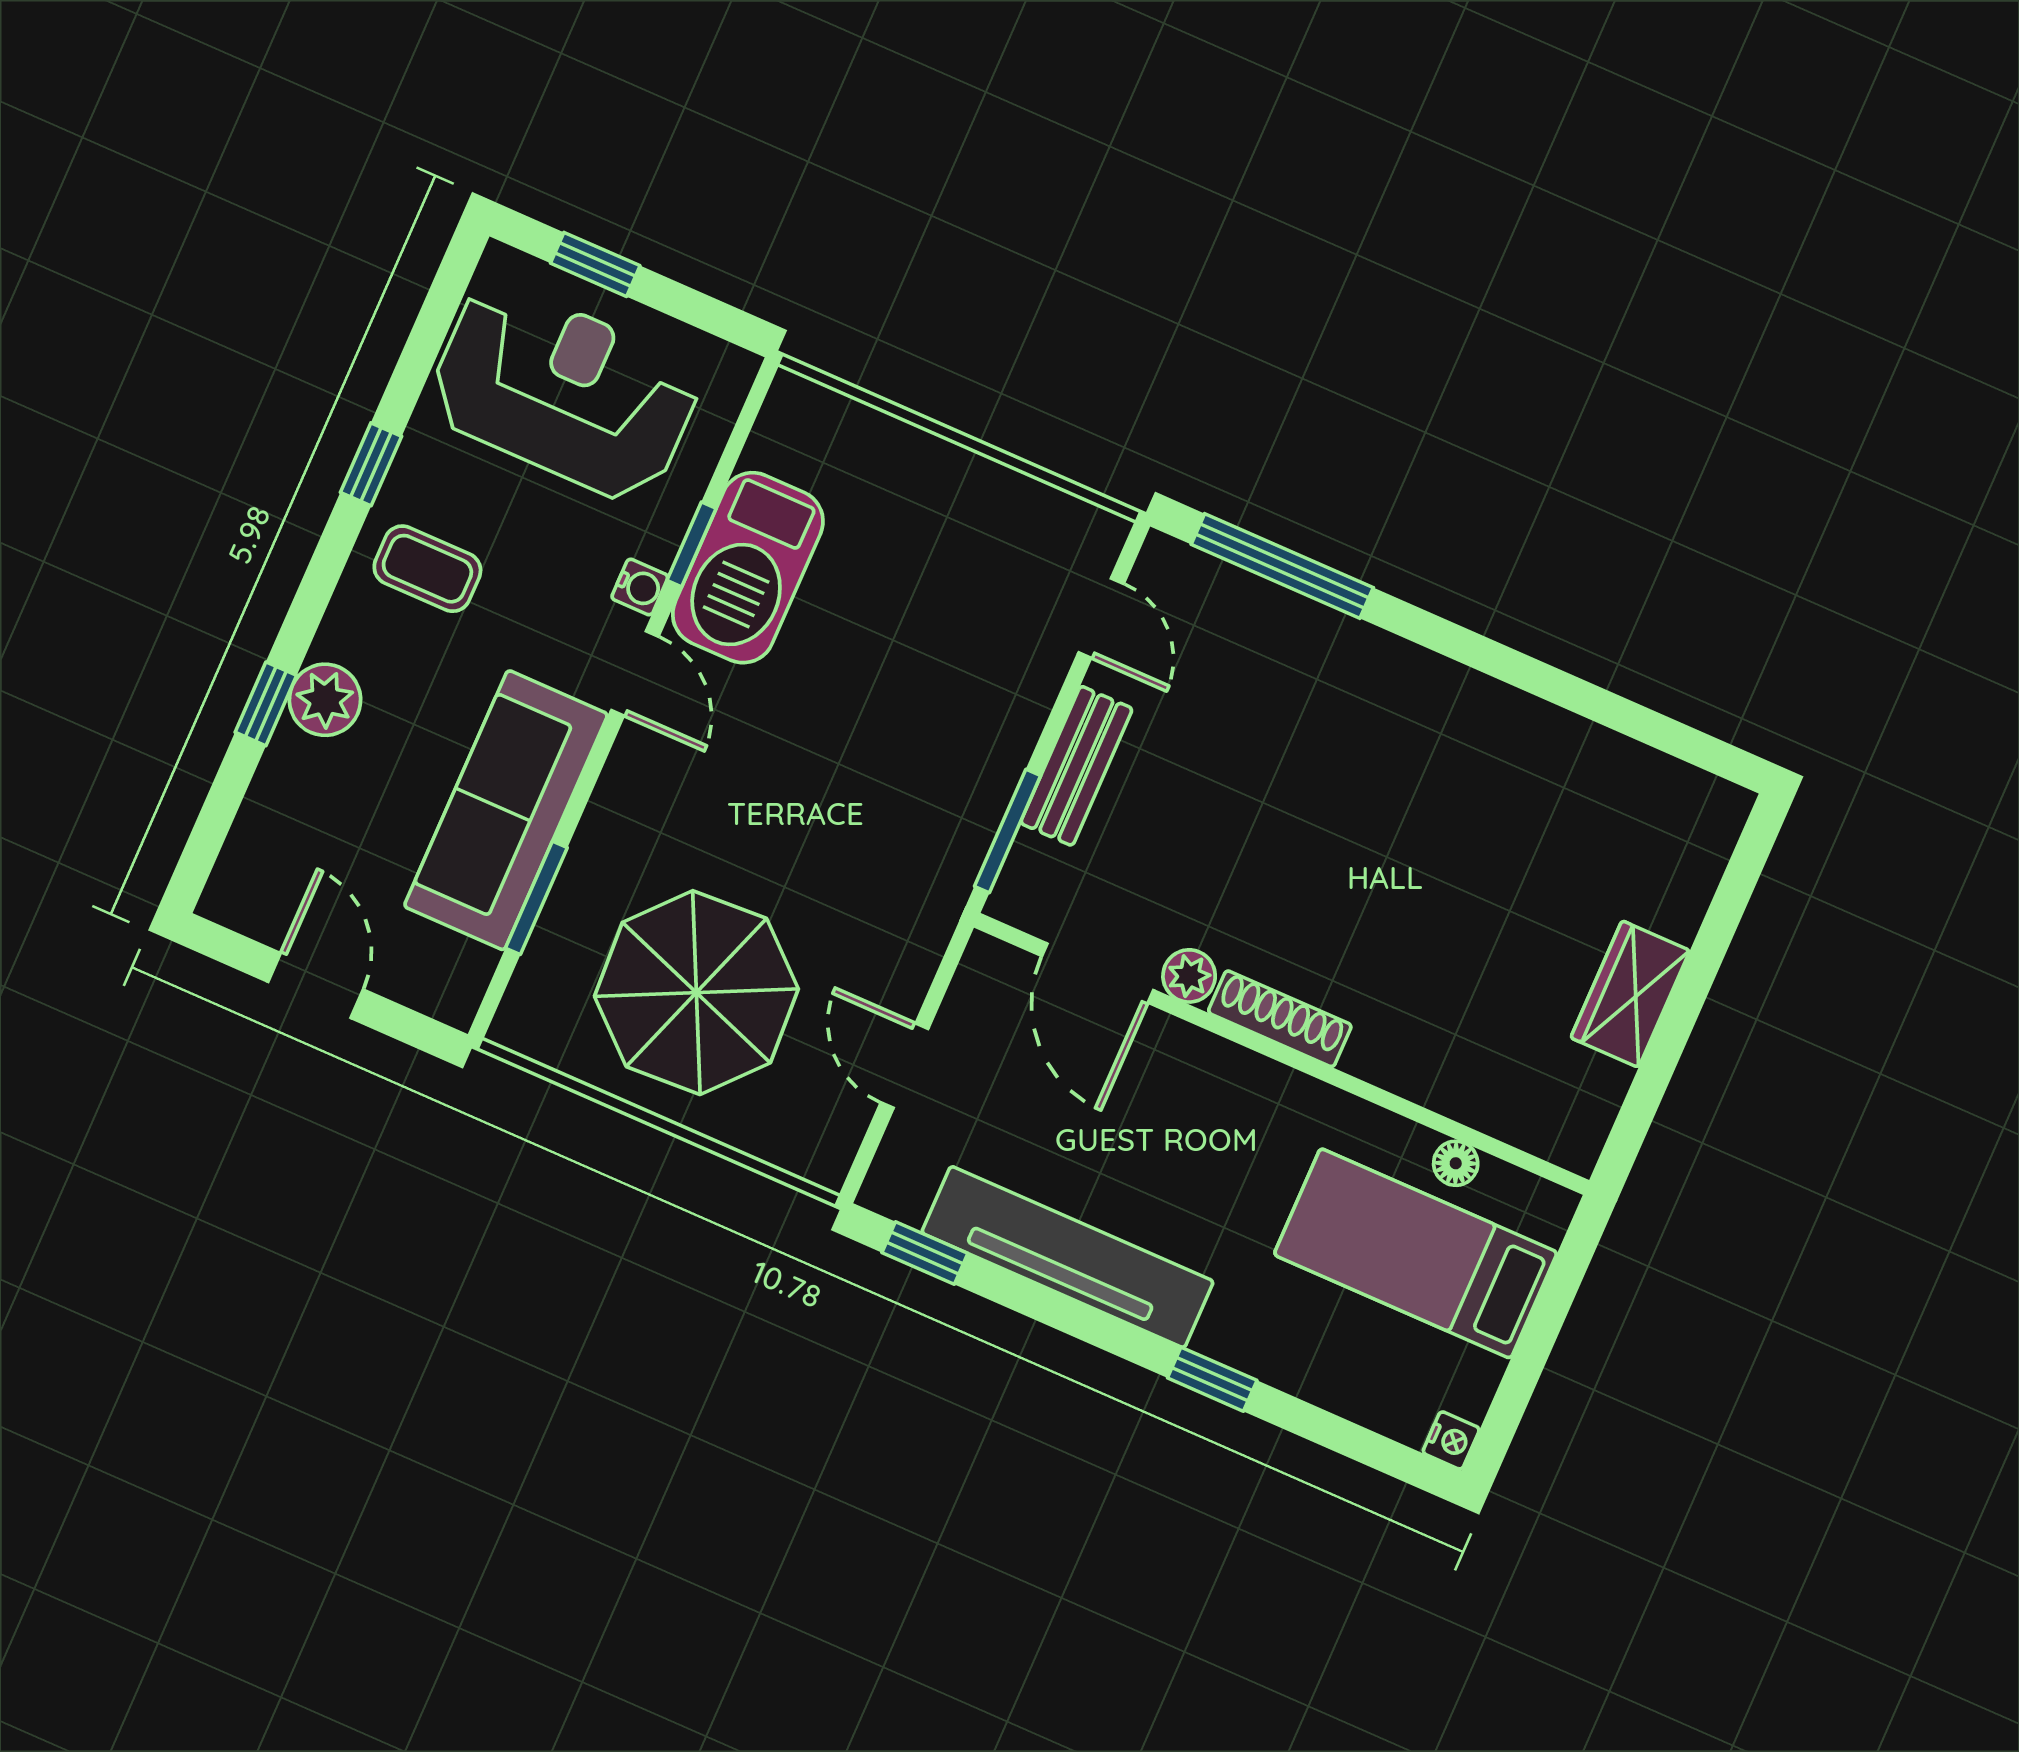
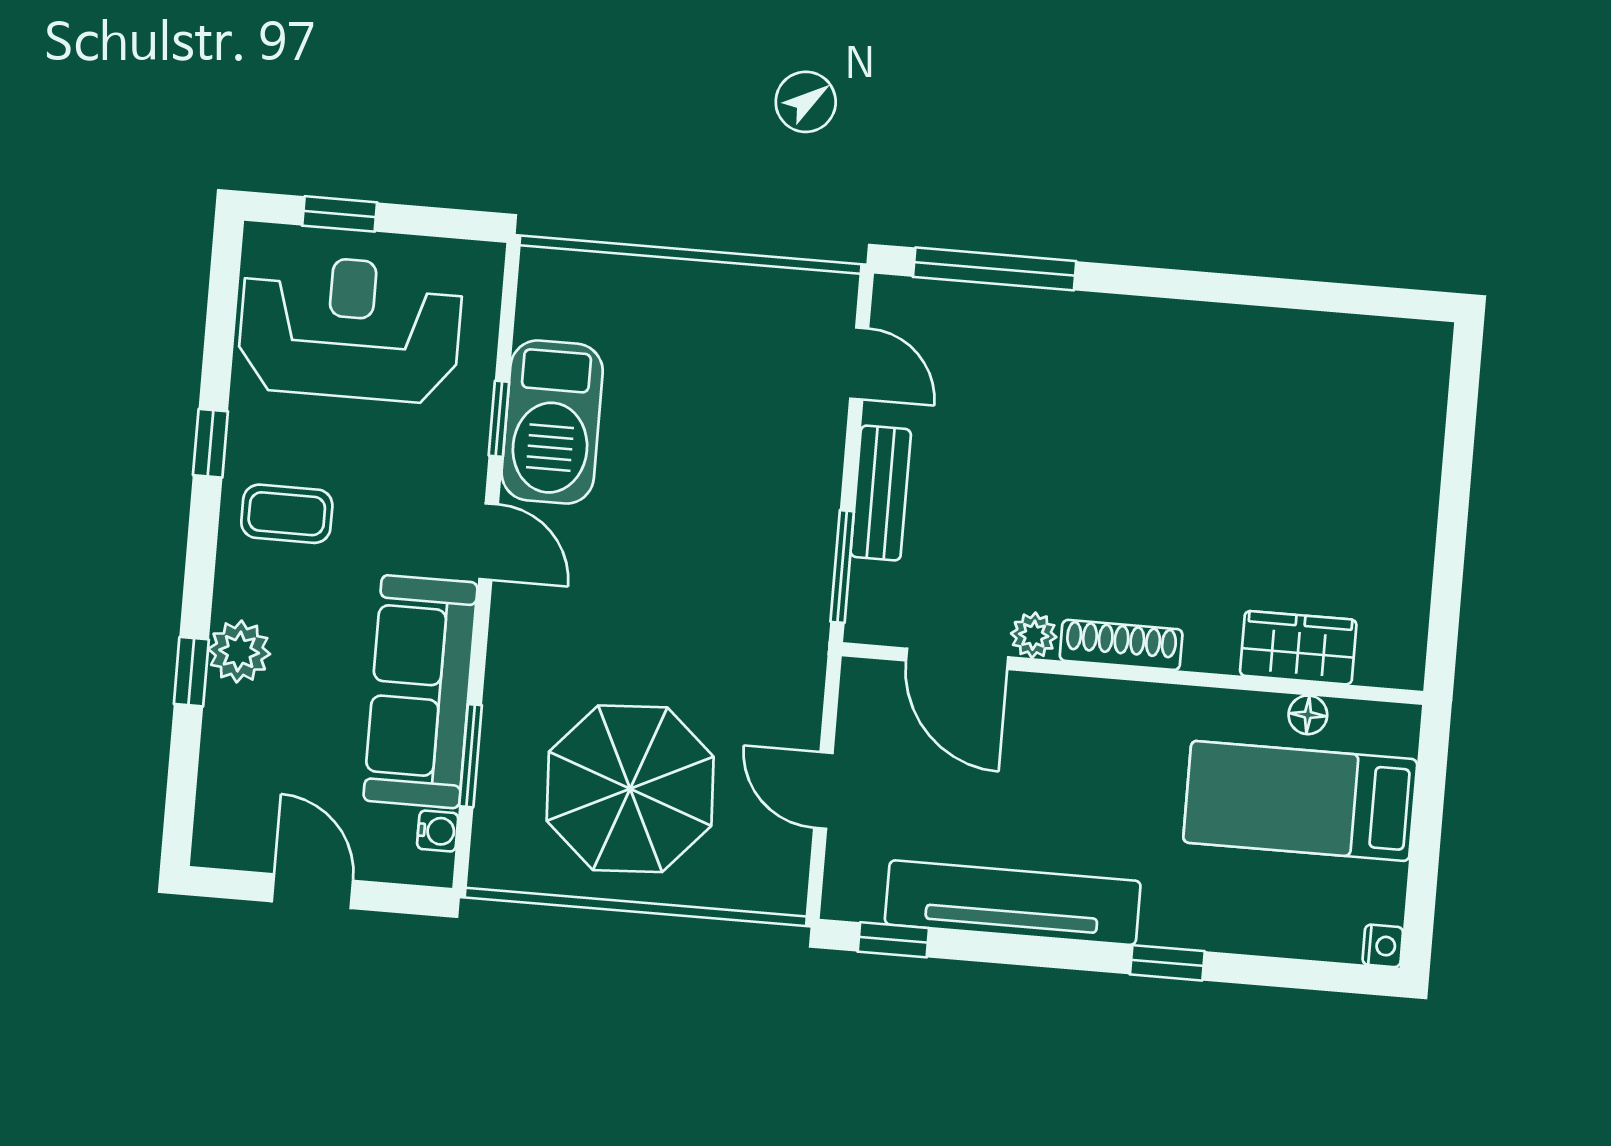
water cooler: (640, 587) -> (438, 831), moved
wardrobe: (1630, 994) -> (1298, 648), moved, turned 90

